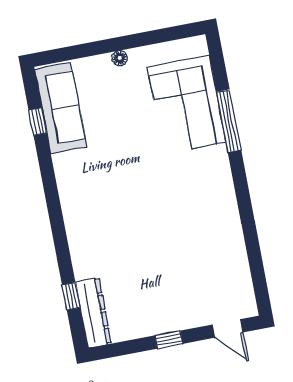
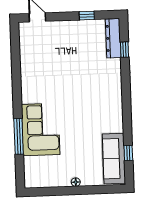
corner sofa: (187, 105) -> (41, 130), moved
window: (169, 340) -> (87, 16), moved

